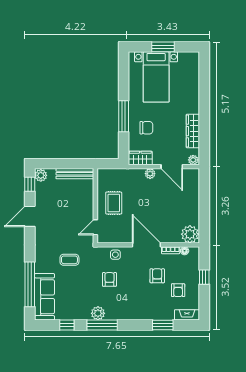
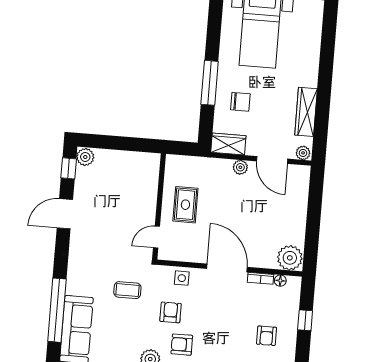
bench: (75, 174) -> (134, 159), removed
coffee table: (69, 260) -> (127, 290), moved
armchair: (157, 276) -> (182, 345), moved, turned -90

